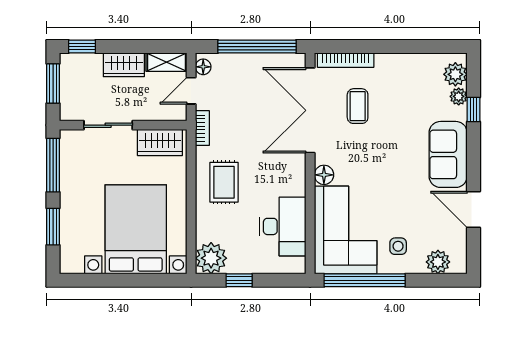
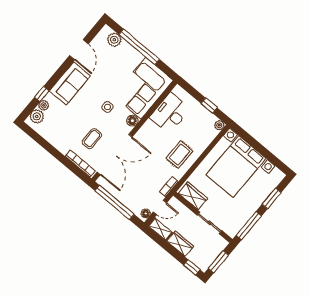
side table: (398, 246) -> (107, 107), moved
plant: (211, 258) -> (219, 125), width x0.53, depth x0.53
window: (365, 280) -> (139, 47), moved

